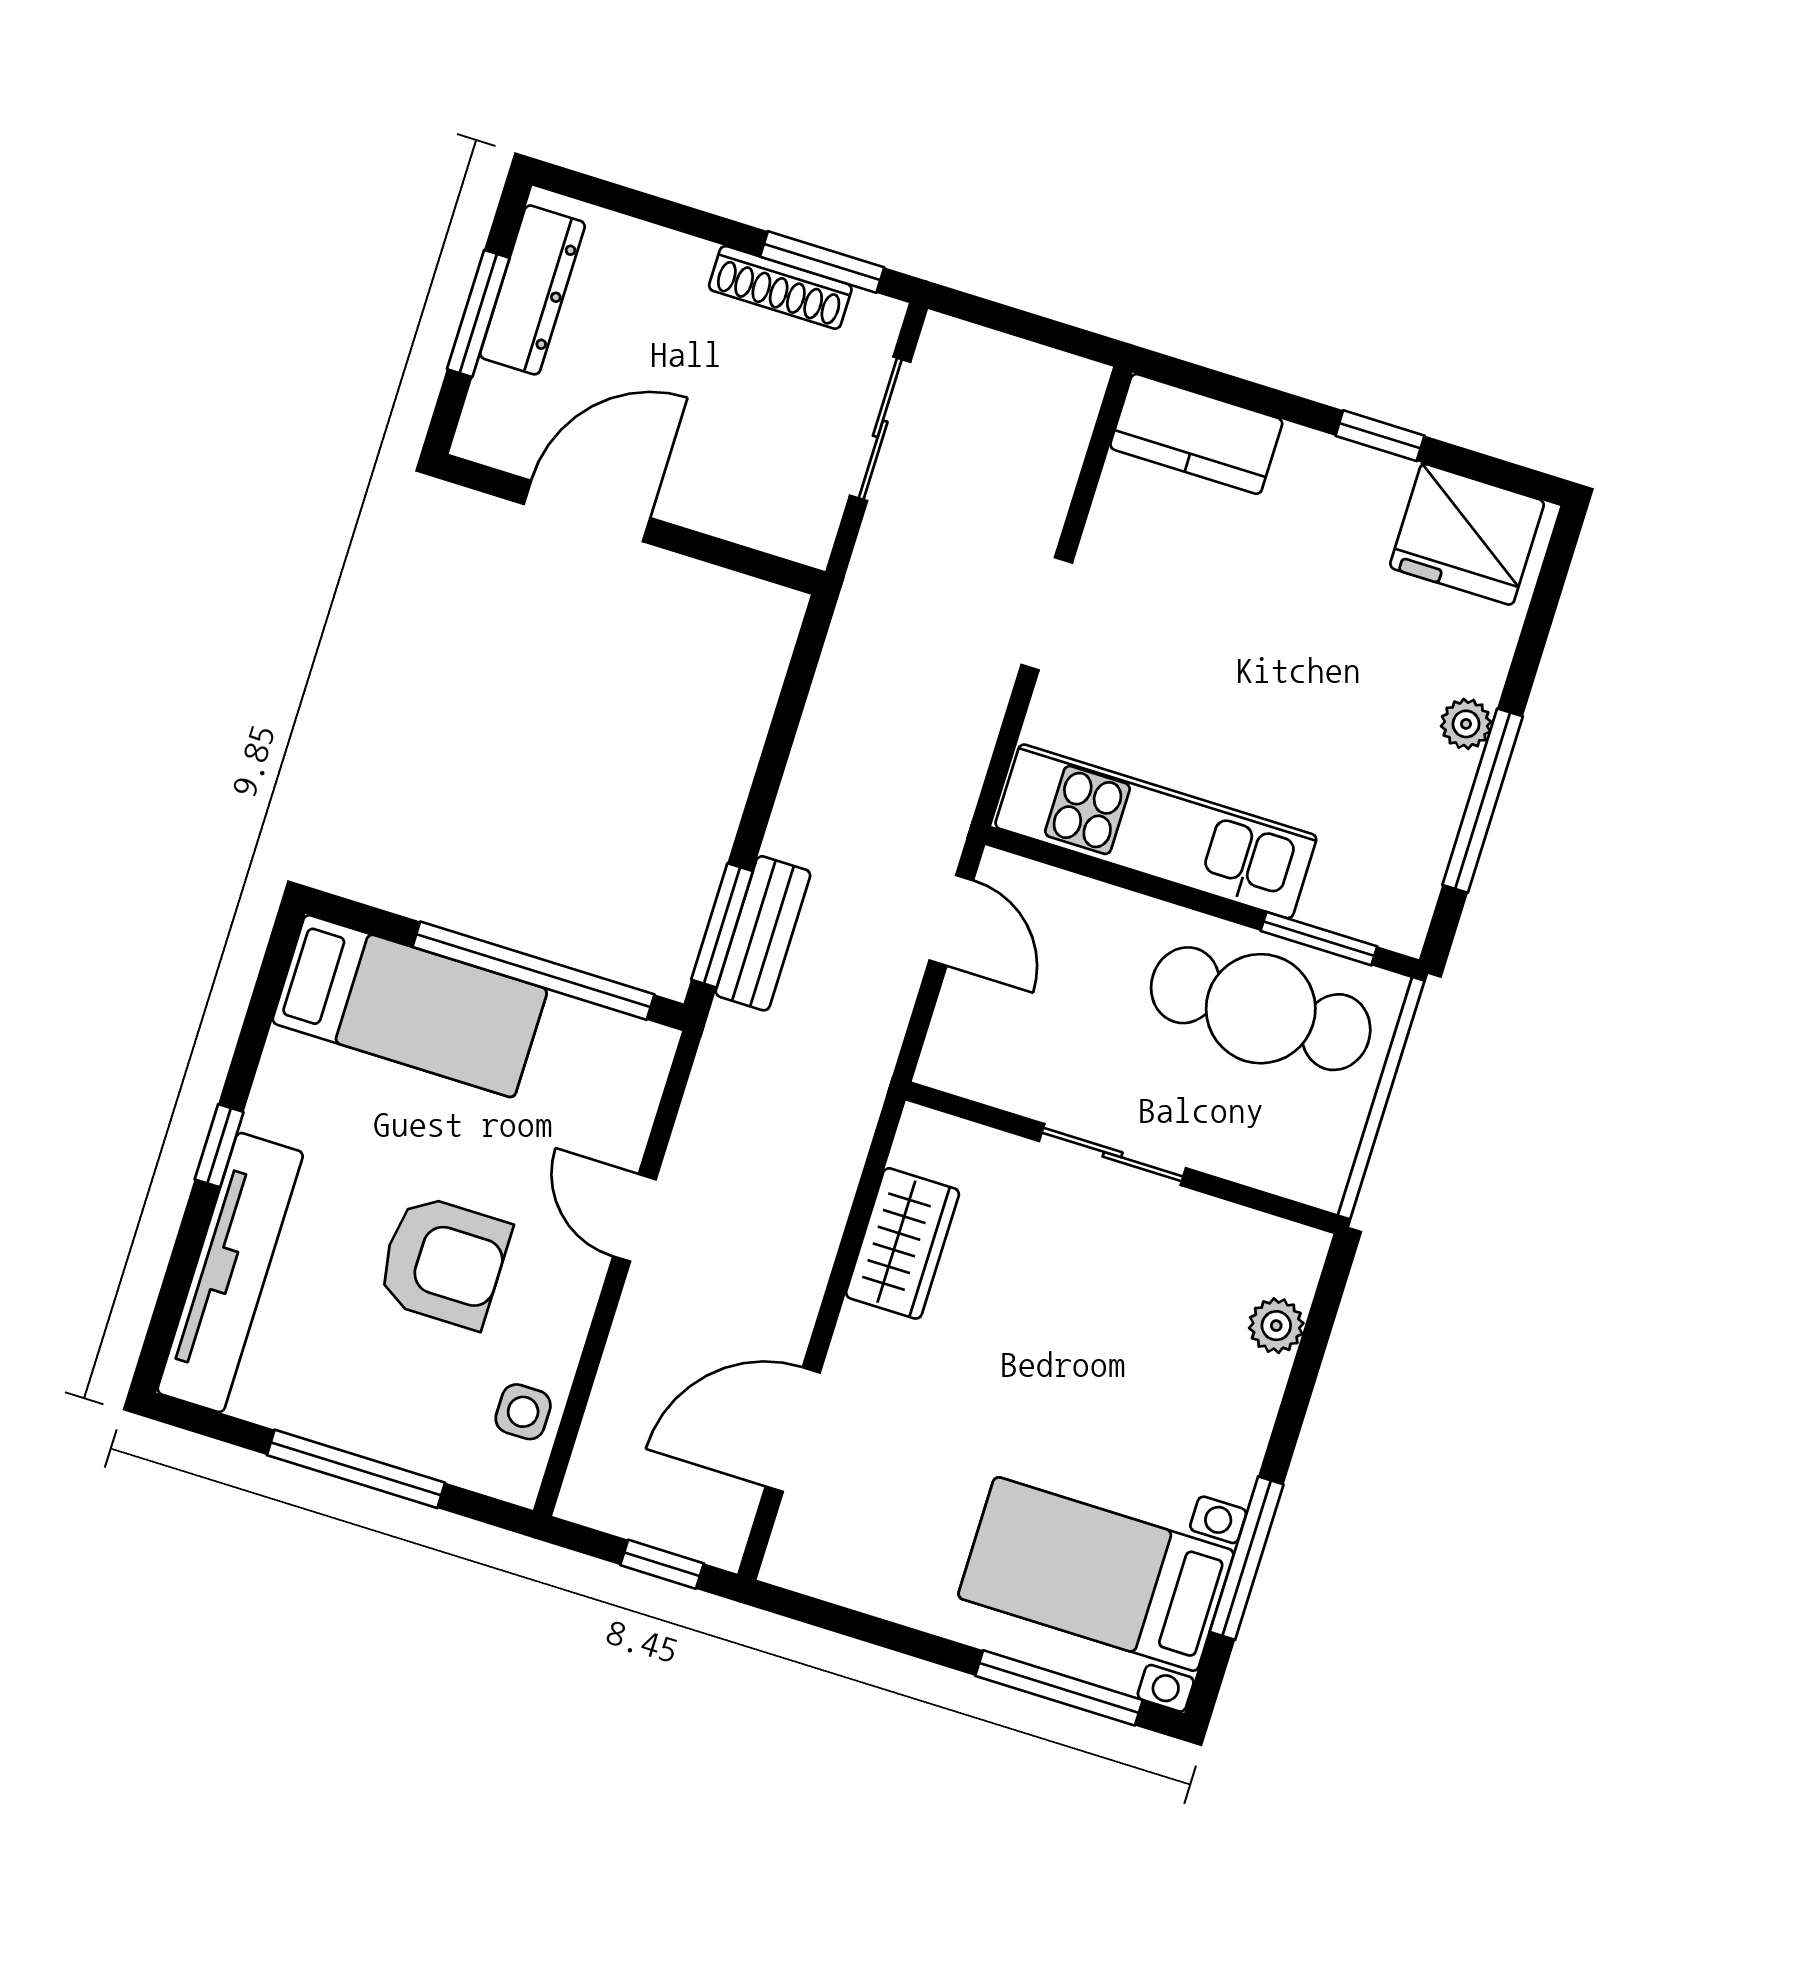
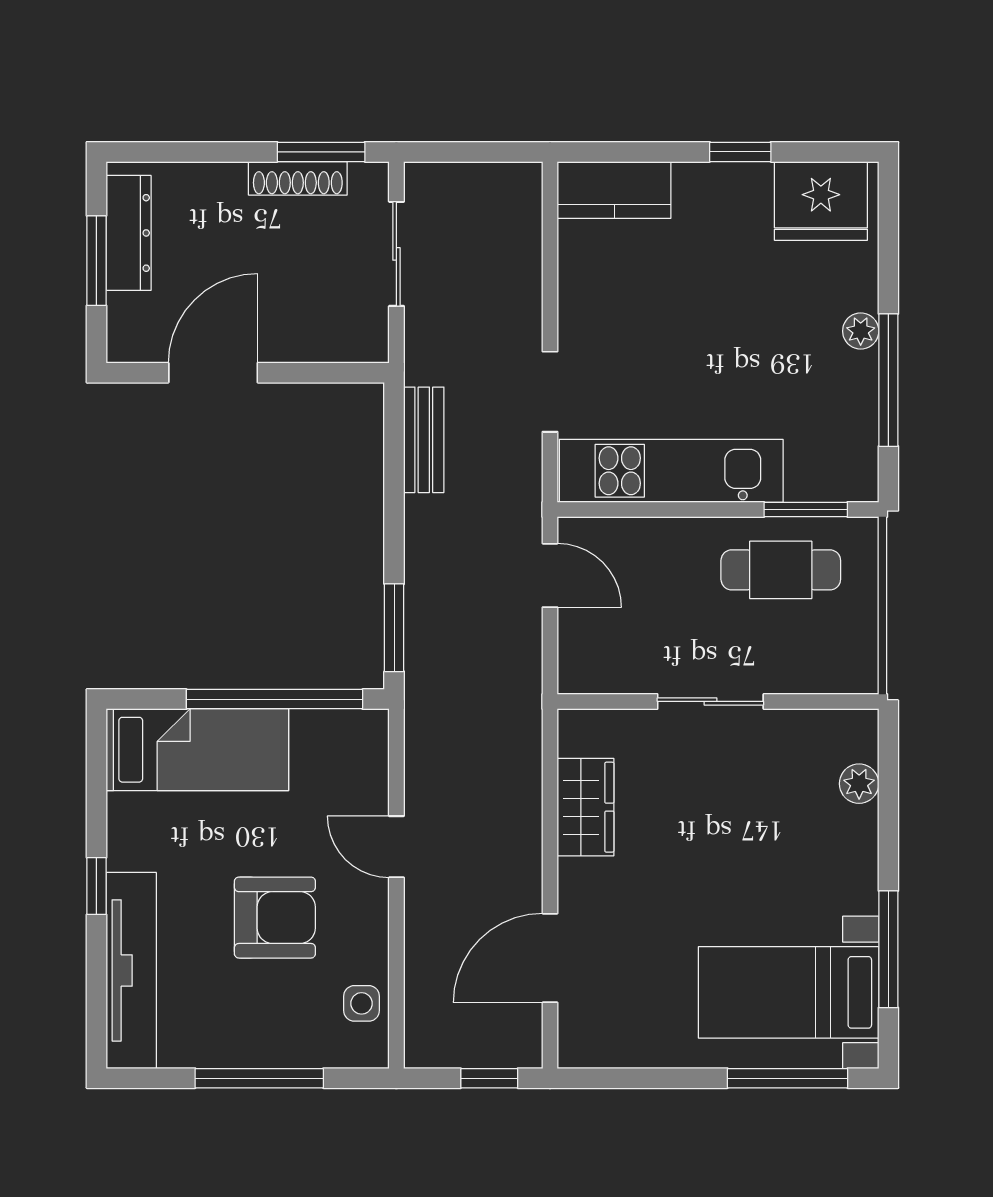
doorway: (1047, 614) -> (550, 392), moved
bench: (763, 933) -> (424, 440), moved
cafe table: (1261, 1009) -> (781, 570), width x0.73, depth x0.74

